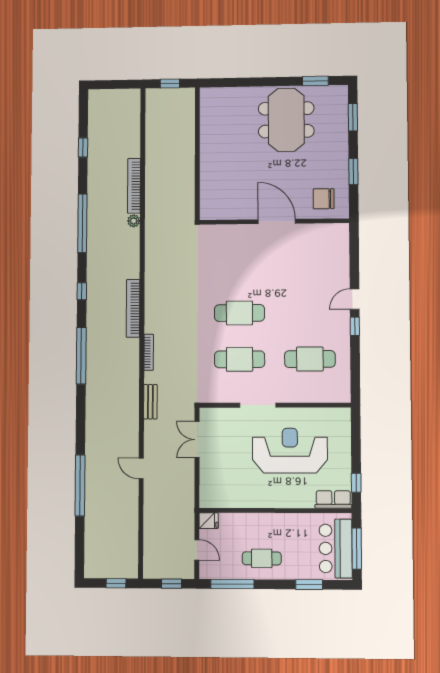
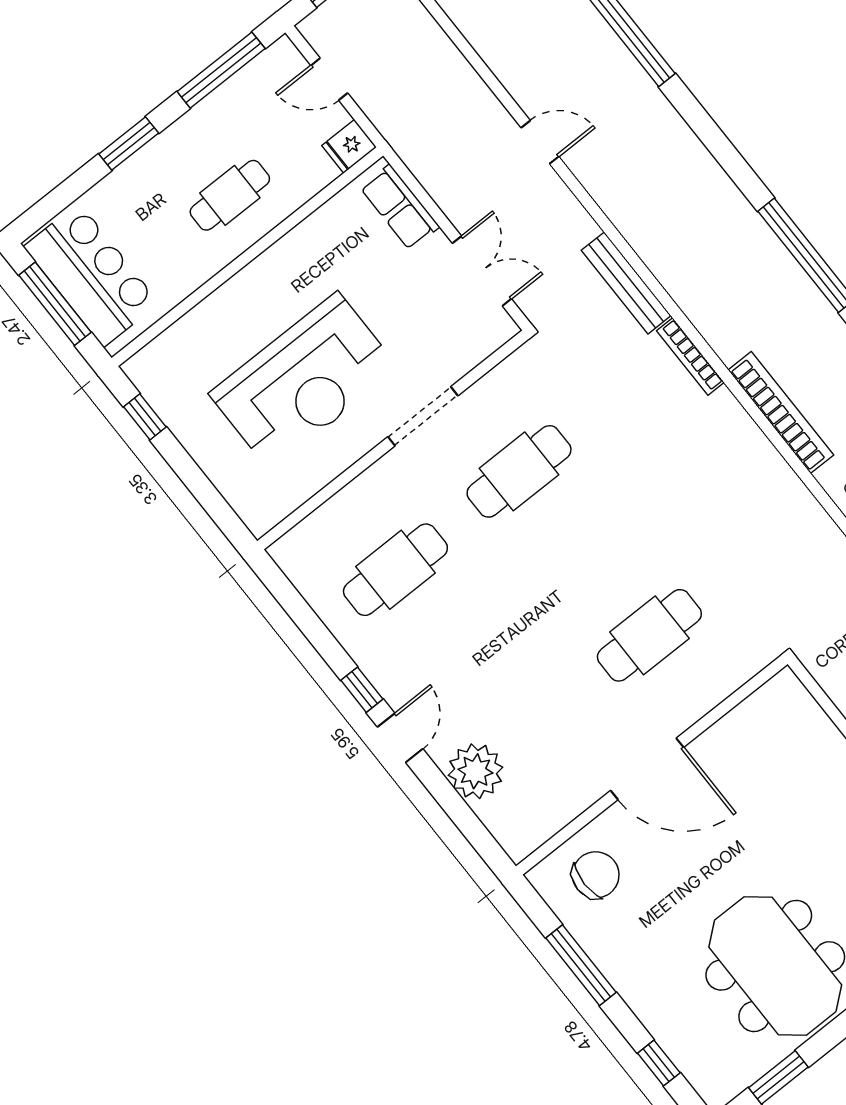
window: (353, 117) -> (659, 1063), width x0.67
window: (353, 172) -> (581, 965), width x1.44
plant: (337, 267) -> (476, 771), added
cafe table: (239, 313) -> (649, 635), moved
bench: (150, 402) -> (626, 283), width x1.36
row of seats: (333, 499) -> (400, 207), moved, turned 90
cafe table: (262, 558) -> (230, 195), moved
window: (309, 585) -> (129, 144), moved

